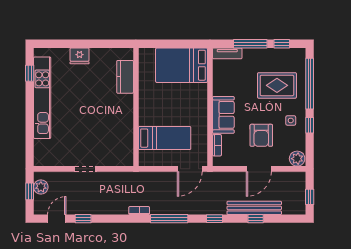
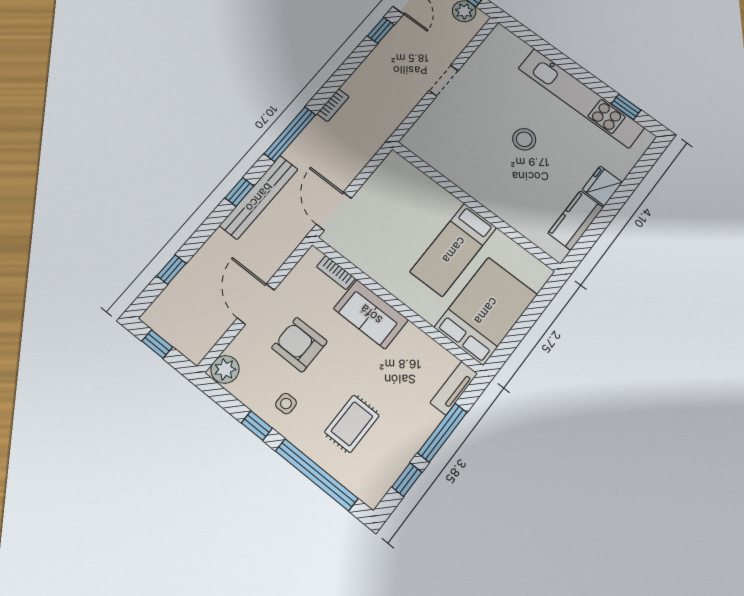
kitchen counter: (125, 77) -> (576, 220), moved, turned -90
rug: (277, 85) -> (352, 424), width x0.73, depth x0.70
stool: (85, 109) -> (524, 139), added
bed: (165, 138) -> (454, 250), moved
bench: (254, 208) -> (259, 197), moved
window: (256, 219) -> (171, 270), moved

